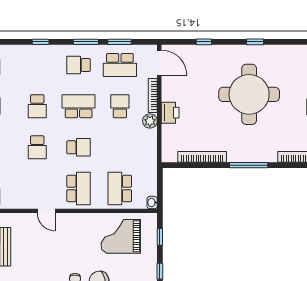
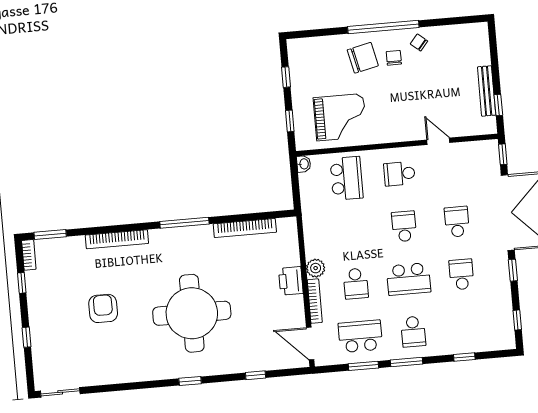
school desk: (79, 65) -> (413, 332), turned 90
school desk: (79, 147) -> (404, 226), turned 90
school desk: (79, 188) -> (399, 174), width x0.54

